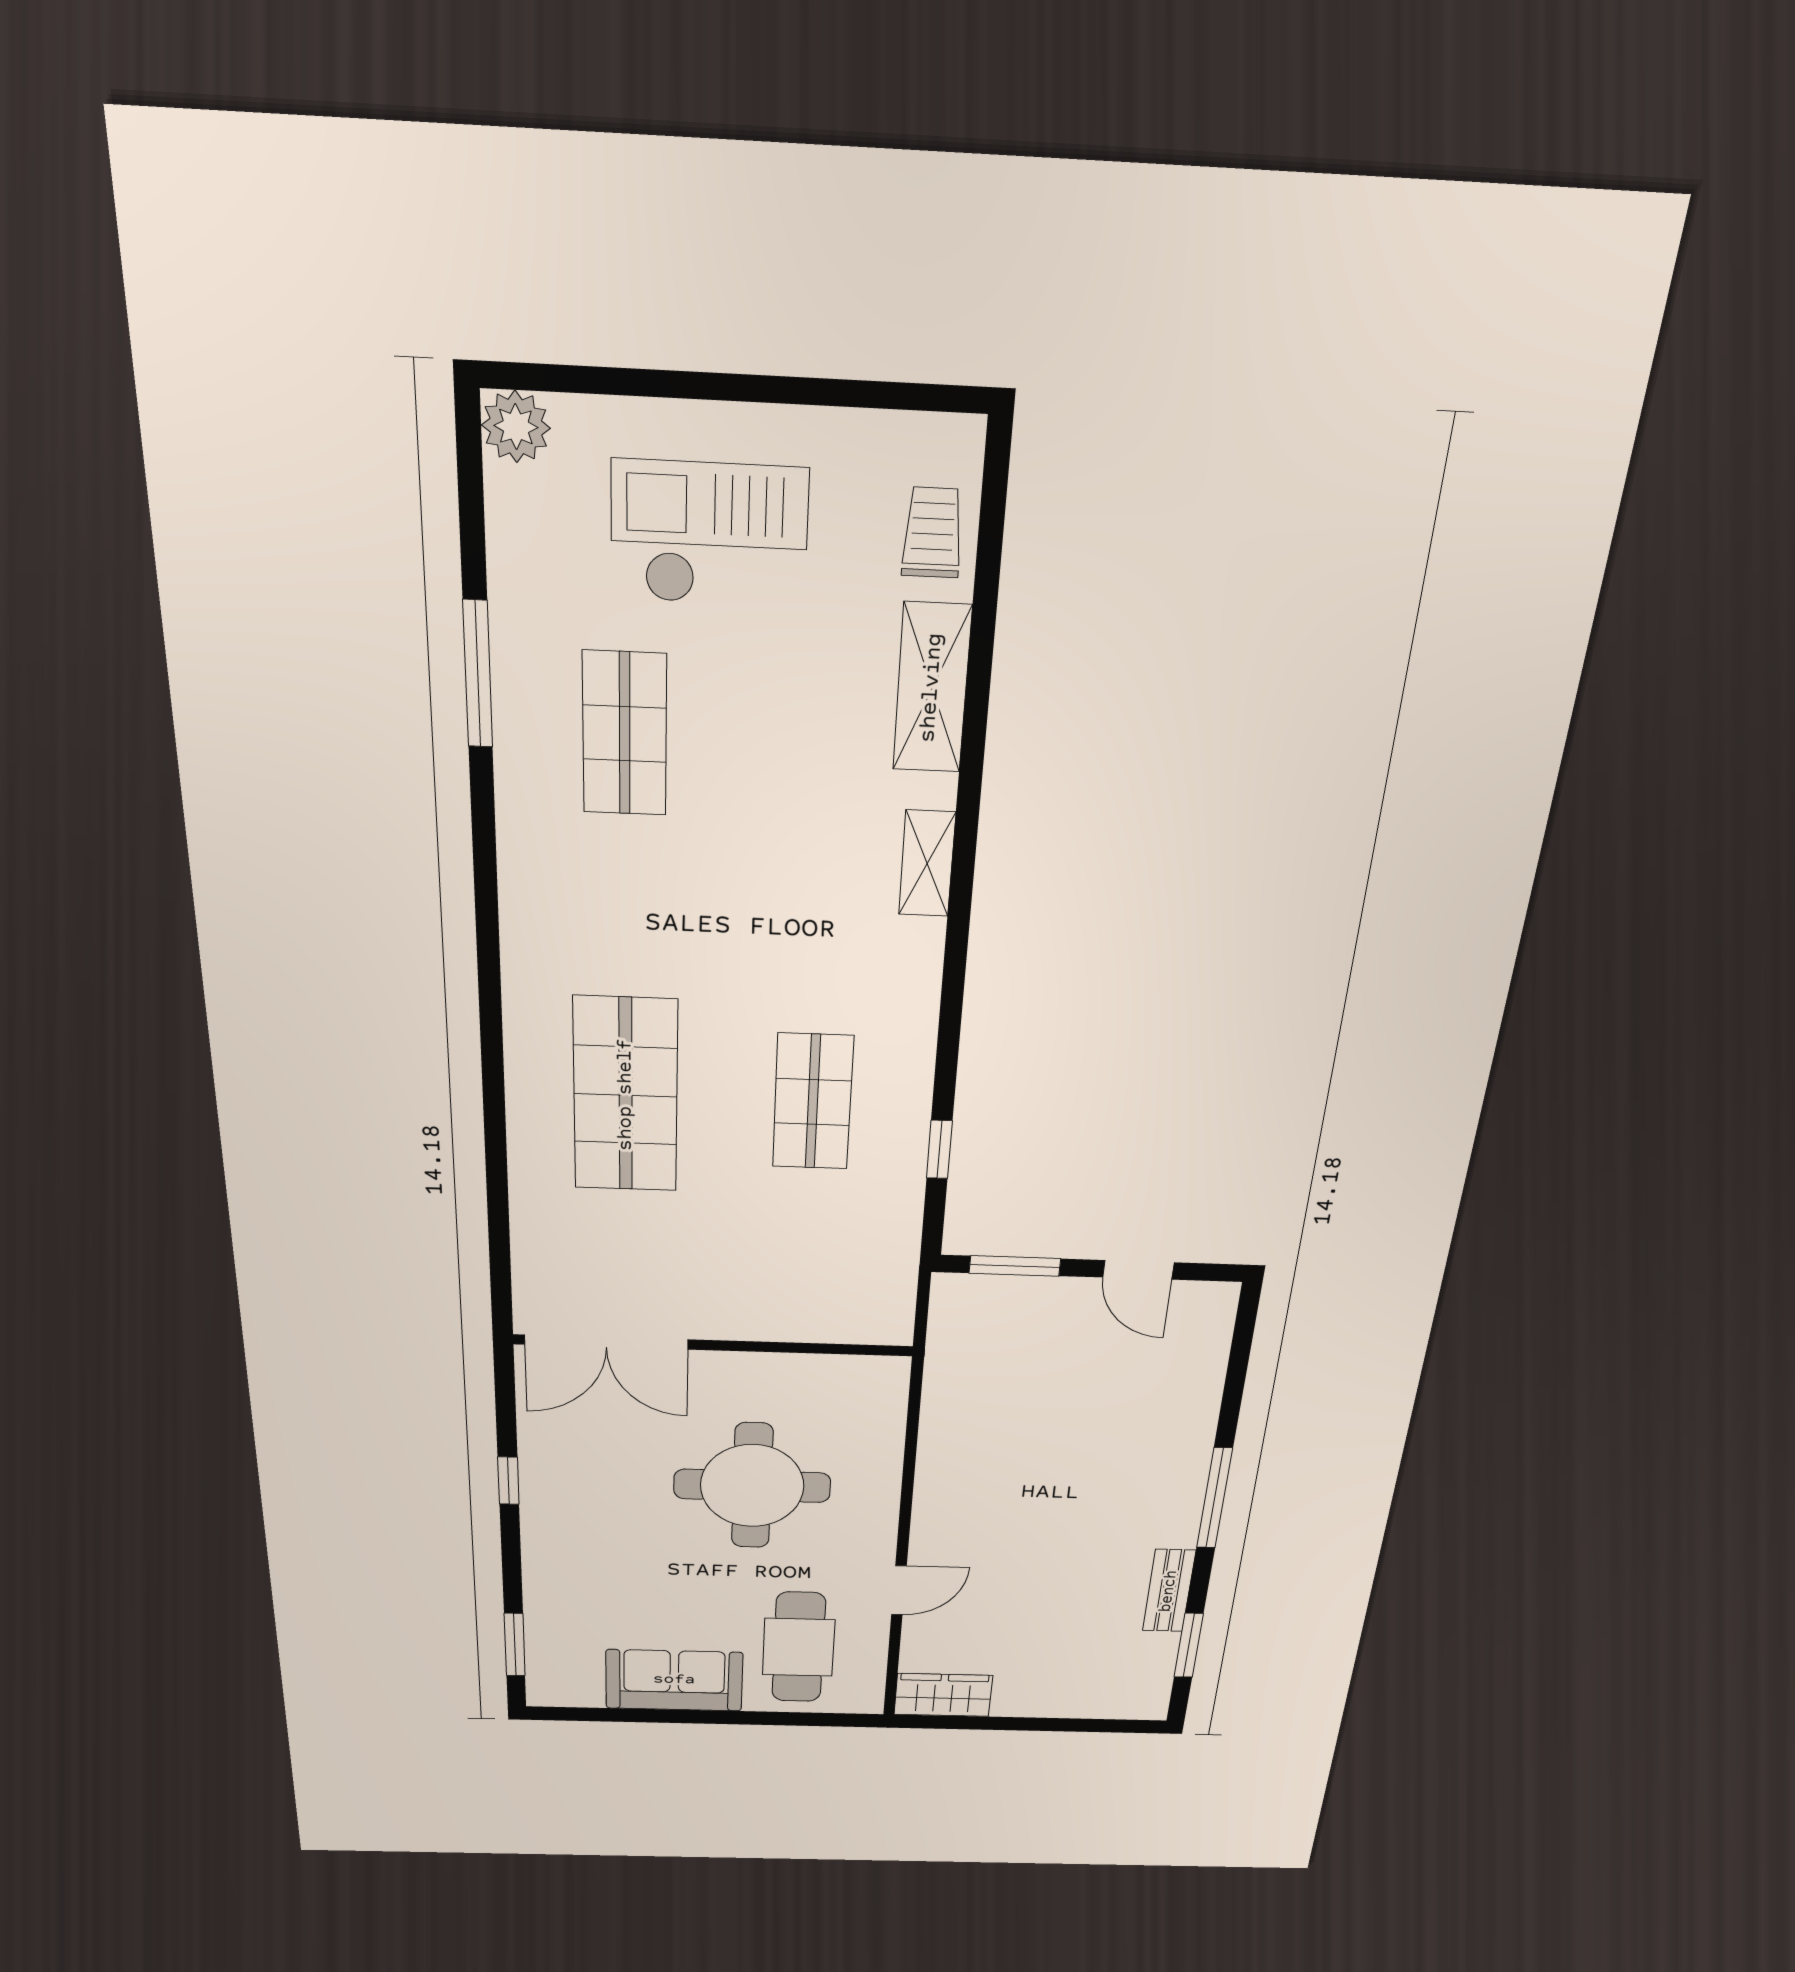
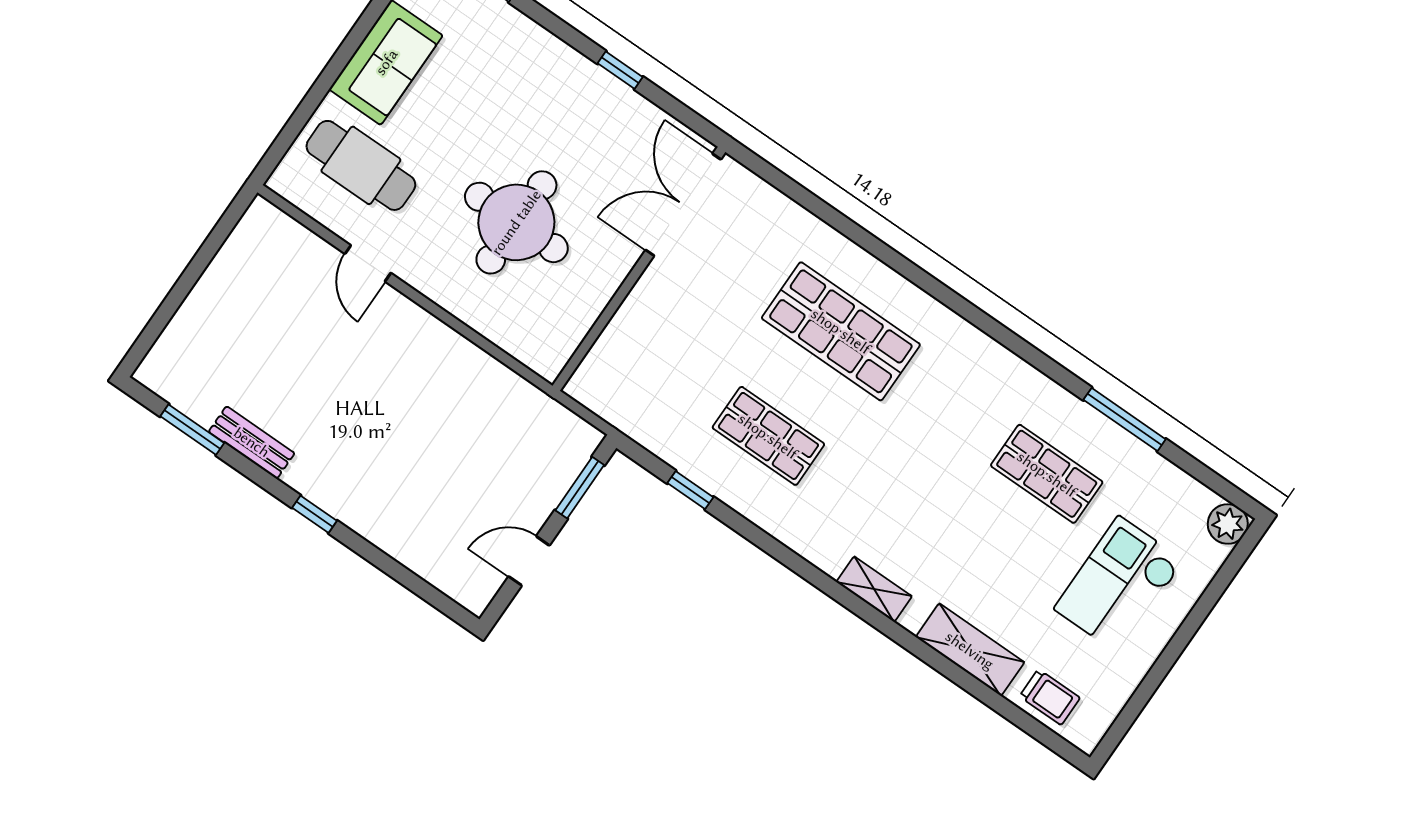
checkout: (709, 534) -> (1119, 585), turned 180
window: (1214, 1498) -> (315, 514), width x0.46
wardrobe: (943, 1695) -> (254, 237), removed

